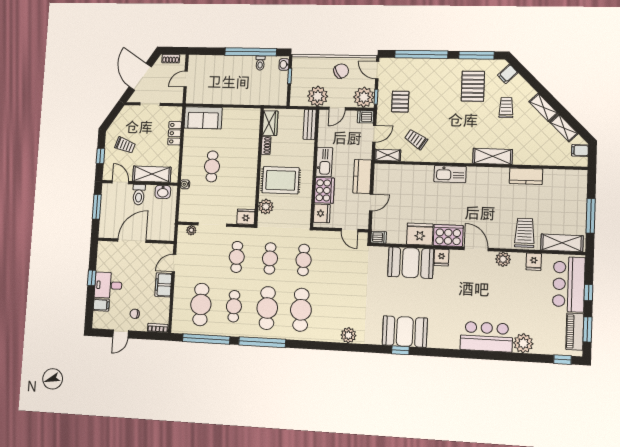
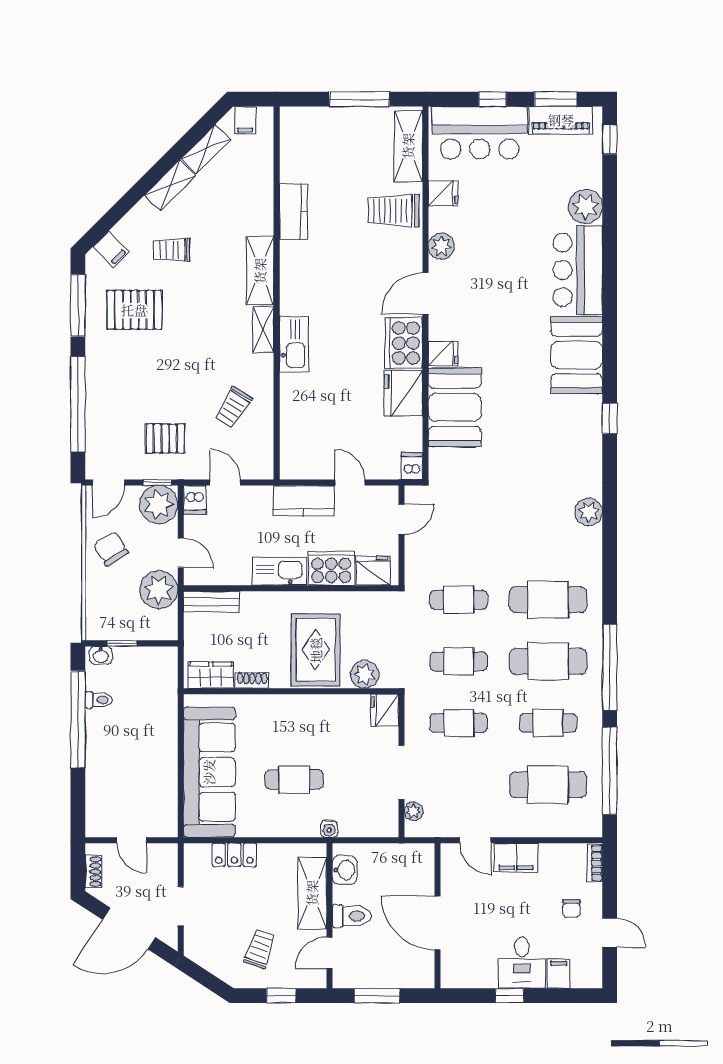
sofa: (203, 118) -> (209, 772), width x1.85, depth x1.27
shelving: (388, 155) -> (263, 330), moved
booth: (405, 332) -> (577, 355), moved

